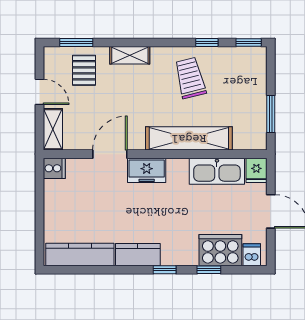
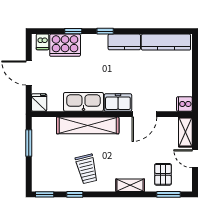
kitchen sink: (217, 171) -> (83, 102), moved

